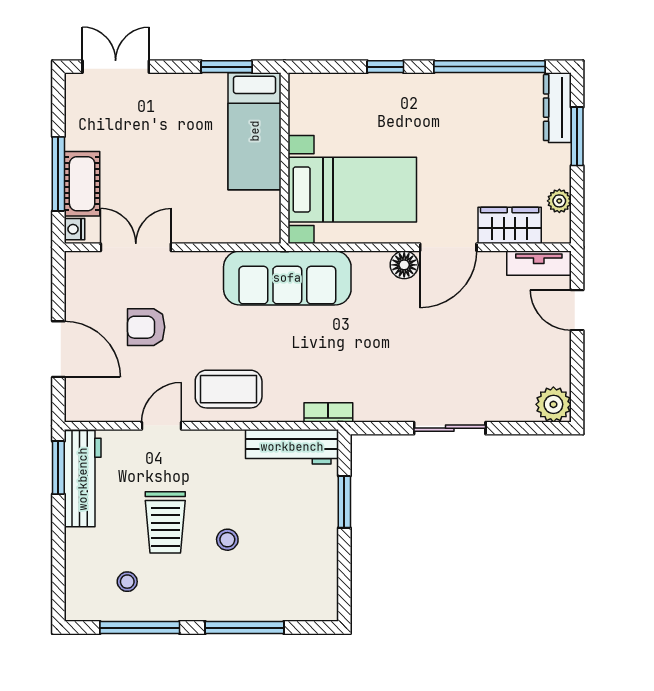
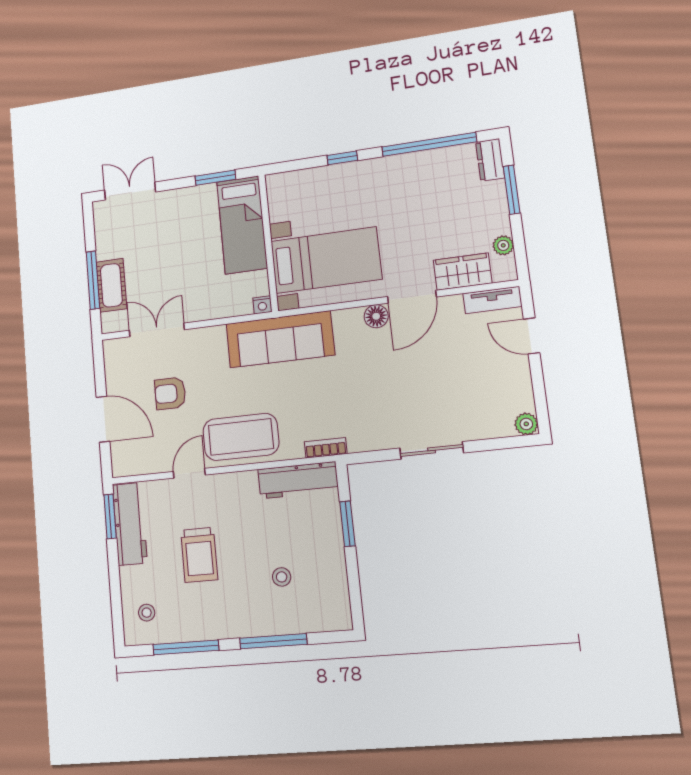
dresser: (557, 108) -> (490, 160), width x0.70
nightstand: (75, 229) -> (262, 305), moved, turned -90
coffee table: (229, 389) -> (241, 437), width x1.36, depth x1.32
plant: (553, 404) -> (526, 424), width x0.73, depth x0.73
stool: (227, 540) -> (282, 577), moved
stool: (127, 582) -> (147, 613), moved

